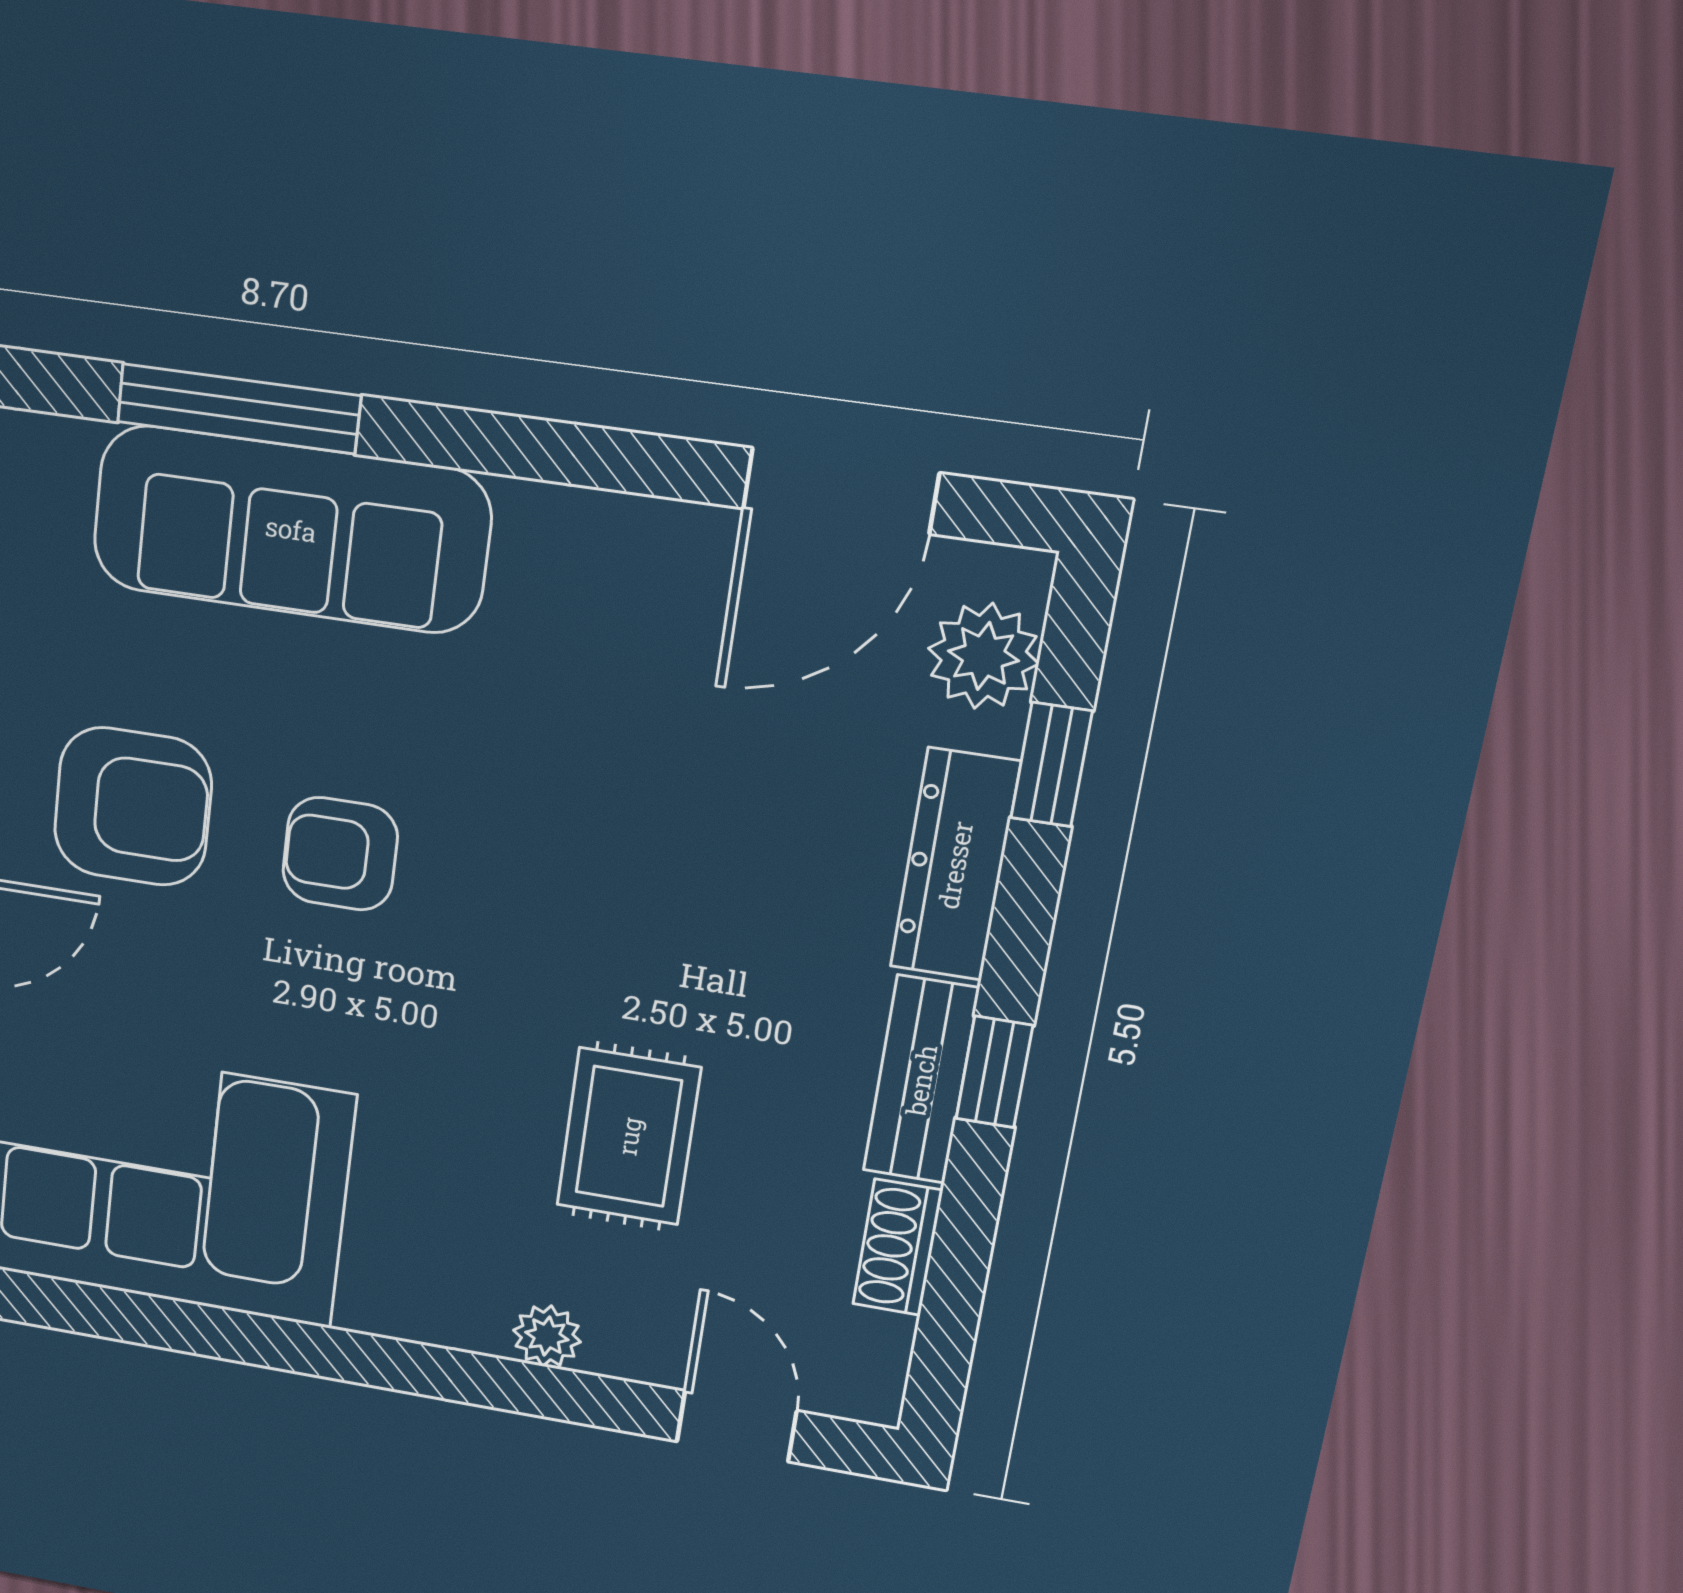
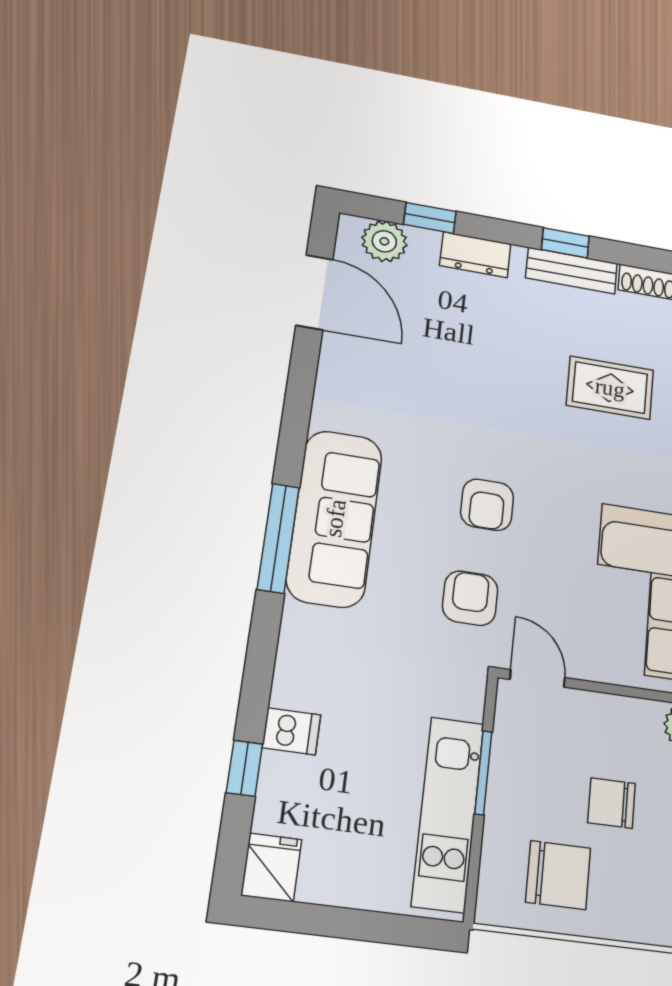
armchair: (133, 807) -> (470, 598), width x0.72, depth x0.72
dresser: (955, 865) -> (475, 255), width x0.70

